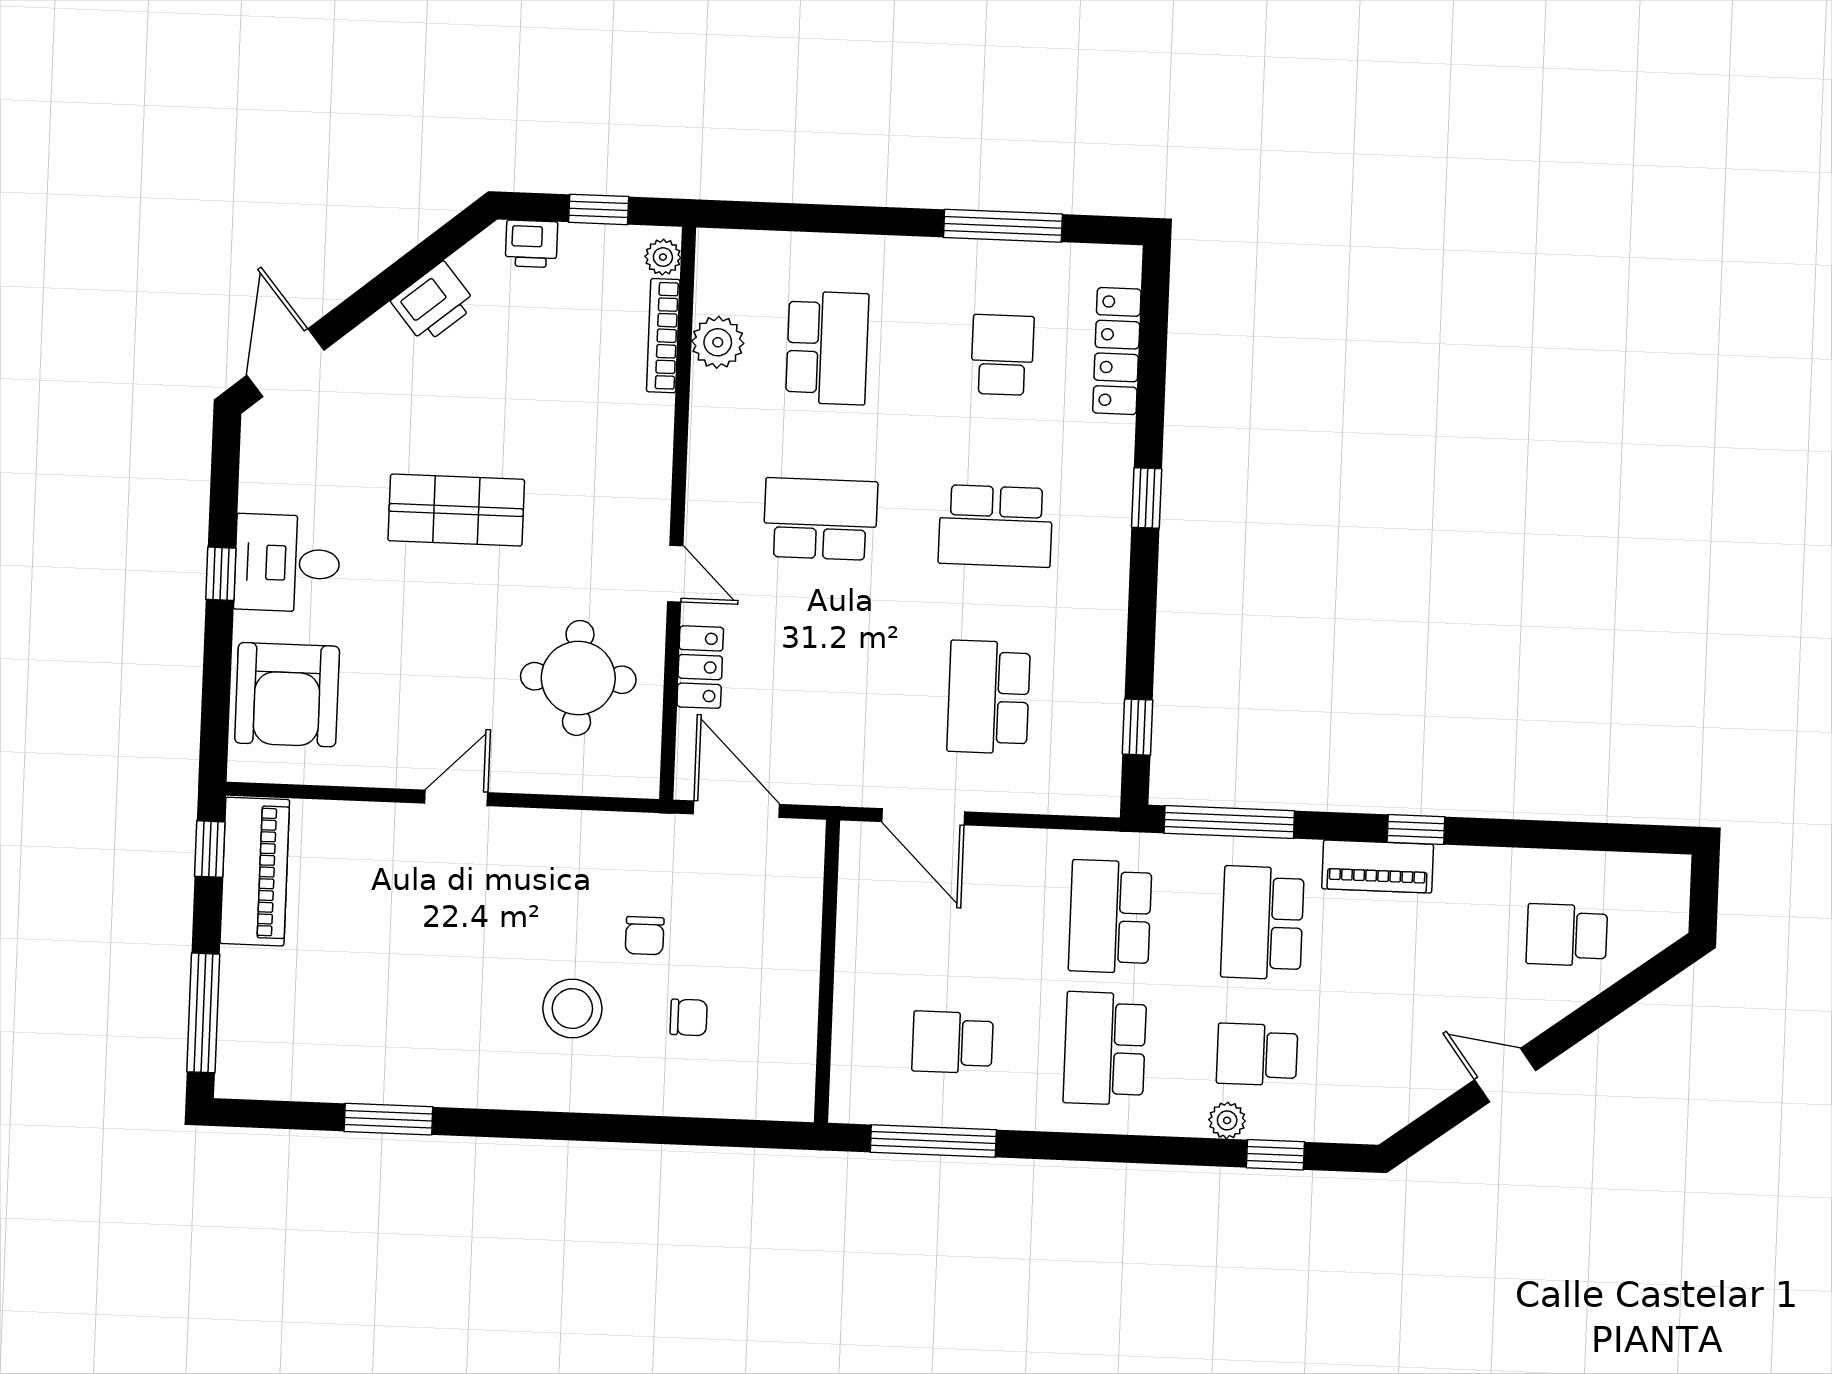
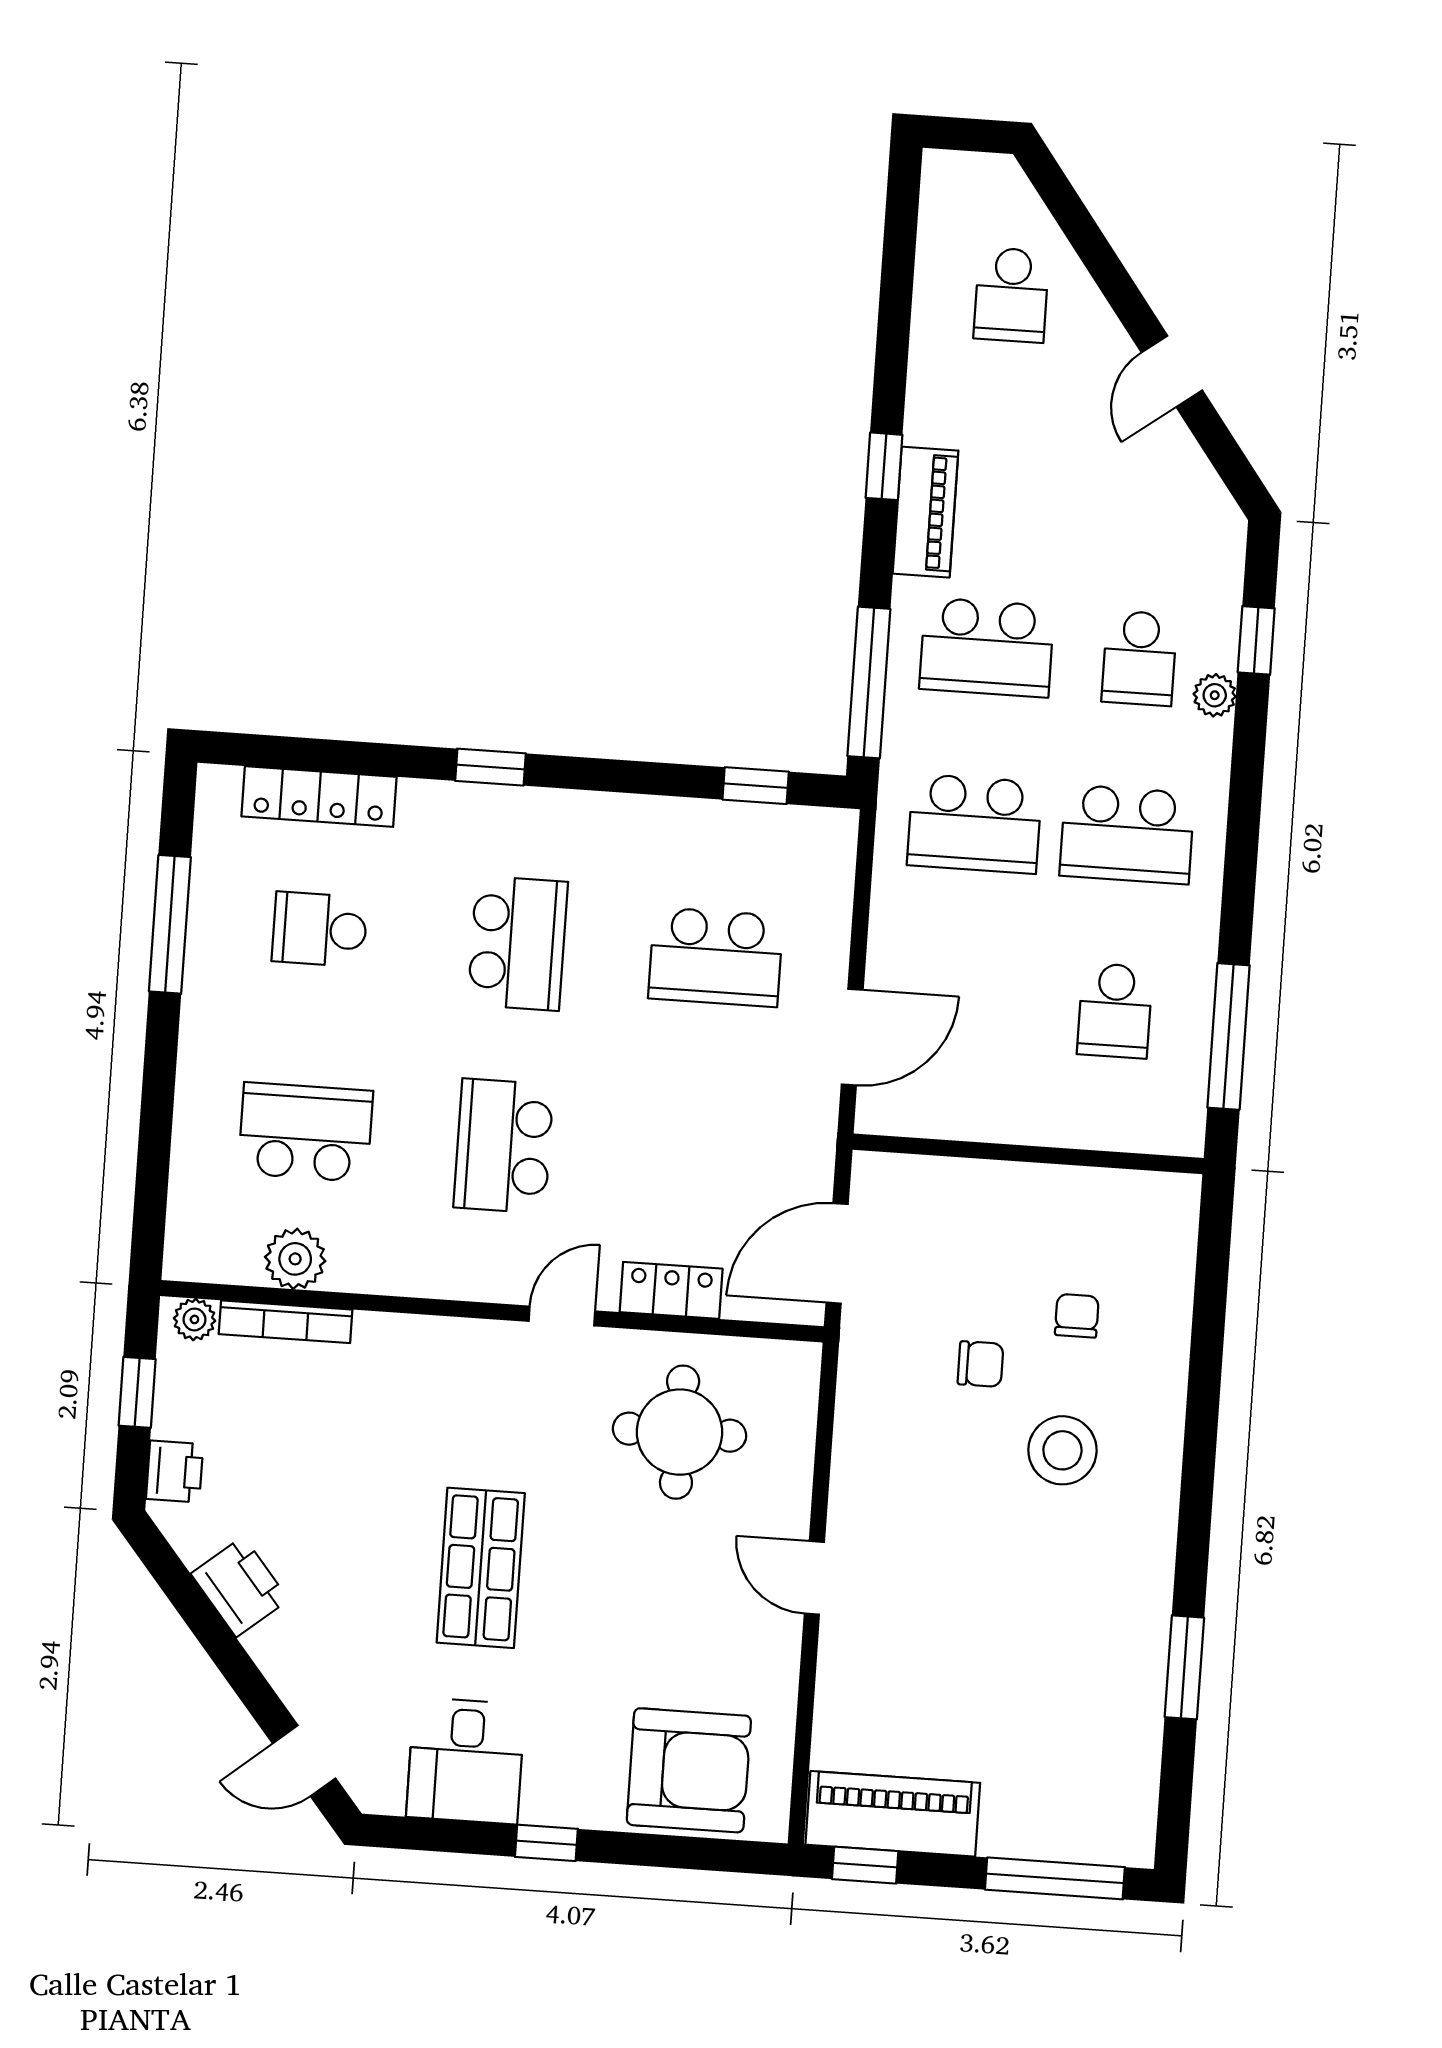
door: (285, 363) -> (304, 1761), width x0.73
desk: (287, 563) -> (466, 1761), moved

